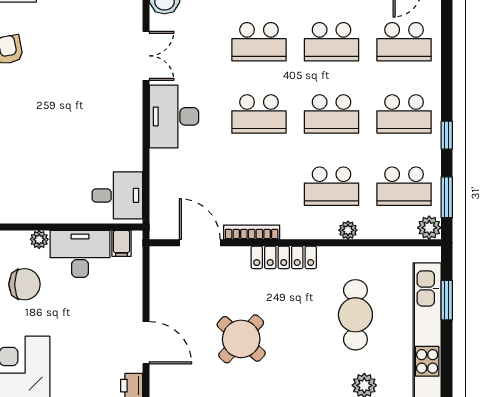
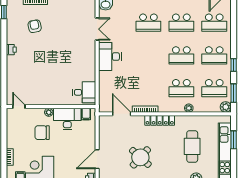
school desk: (259, 114) -> (148, 55), removed
chair: (25, 284) -> (42, 133), turned 180
door: (146, 343) -> (97, 159), swing flipped

